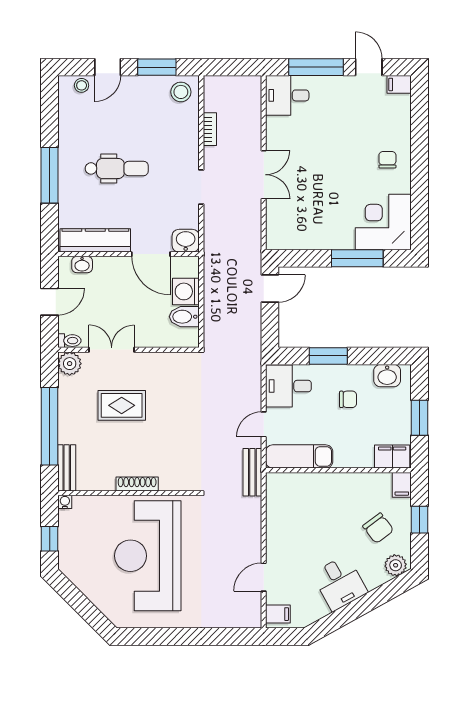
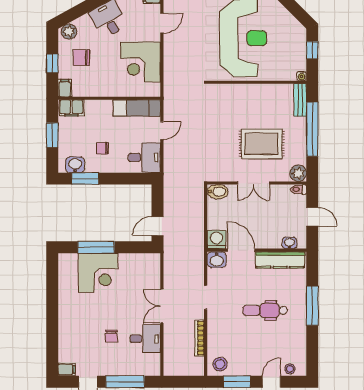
desk: (287, 95) -> (145, 339), moved
bookcase: (210, 129) -> (200, 338), width x1.56
chair: (387, 160) -> (111, 336), moved
corner desk: (383, 222) -> (98, 273), moved
washing machine: (186, 291) -> (216, 239), moved, turned -90
door: (50, 302) -> (312, 217), swing flipped
bidet: (184, 317) -> (218, 192), moved
double door: (112, 350) -> (254, 183), moved
window: (328, 356) -> (85, 179), moved
rug: (122, 405) -> (262, 144), width x1.36, depth x1.43
bench: (252, 472) -> (170, 97), removed
shoe rack: (137, 484) -> (251, 89), removed
corner desk: (294, 522) -> (141, 62), added
chair: (378, 528) -> (81, 58), turned -53

